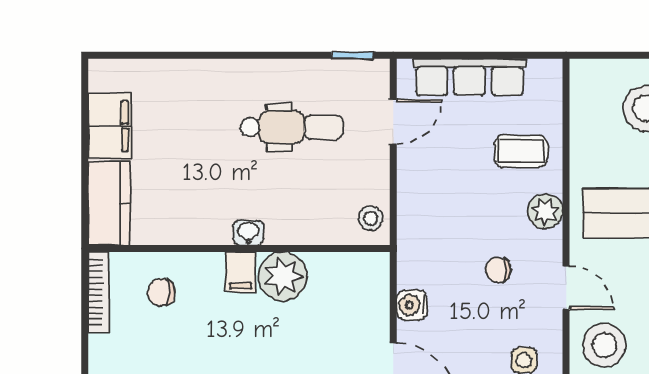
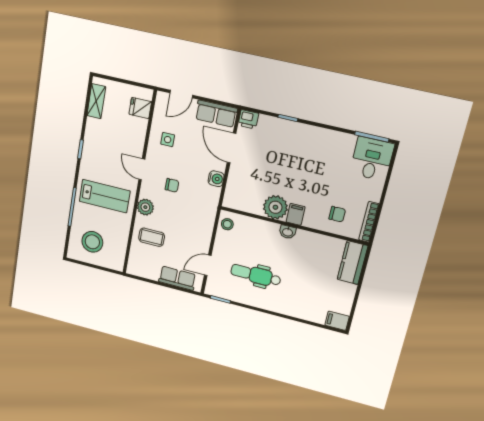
row of seats: (469, 77) -> (177, 278), width x0.68
filing cabinet: (110, 126) -> (337, 321), moved, width x0.50
stool: (604, 345) -> (129, 138), removed

